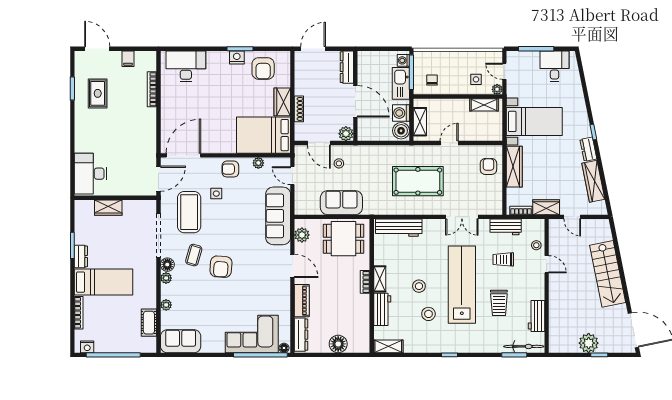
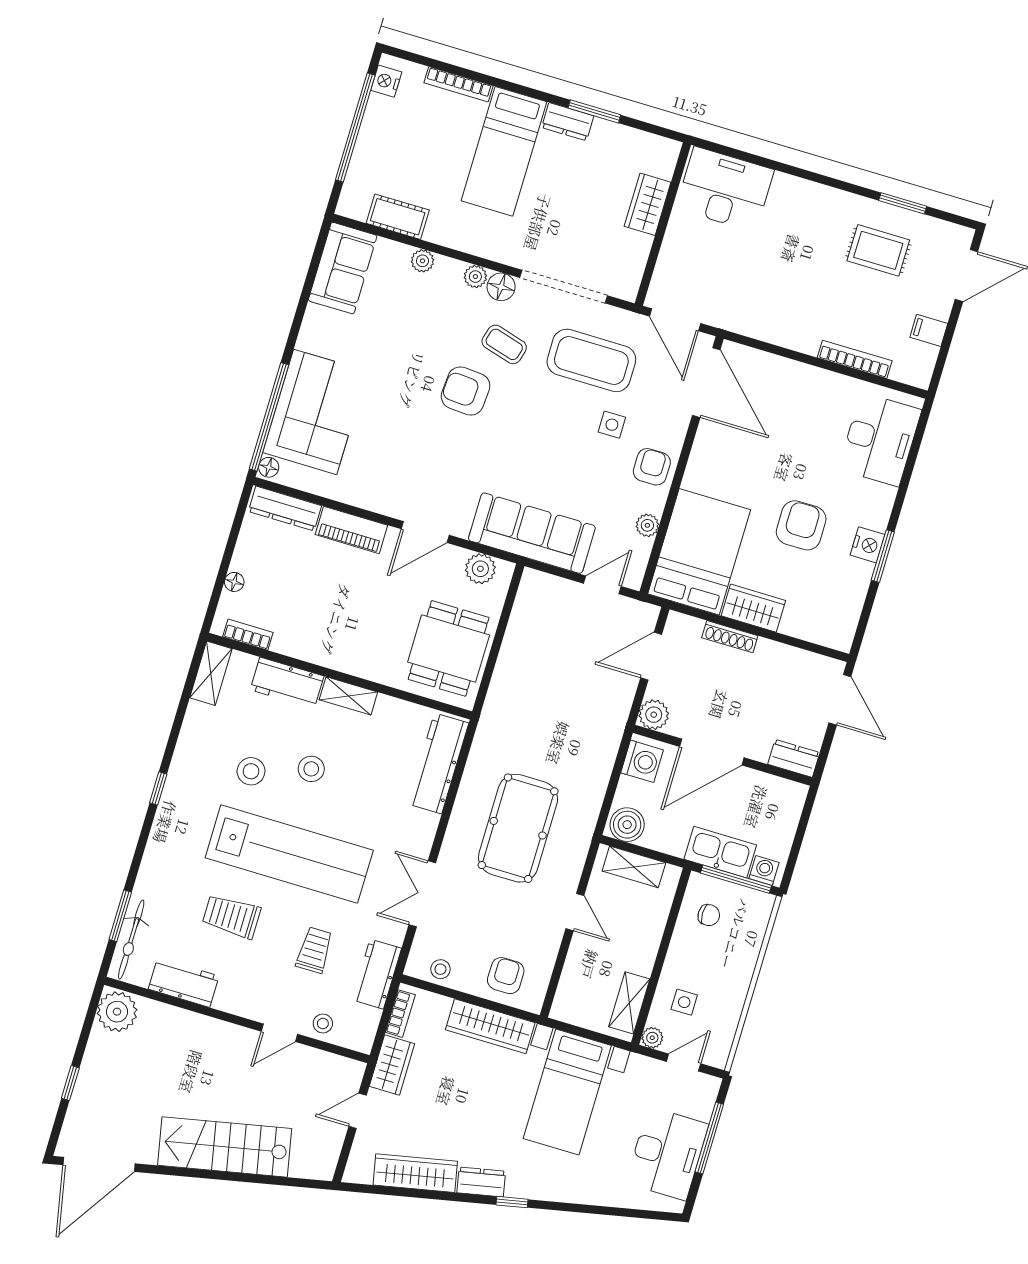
desk: (555, 66) -> (667, 1154), width x1.37
dresser: (347, 67) -> (794, 758), width x0.70
armchair: (263, 68) -> (801, 525), moved, turned 90
washing machine: (401, 113) -> (642, 761), moved, turned 90
stool: (339, 163) -> (440, 969), moved
armchair: (488, 166) -> (506, 976), turned -90
sofa: (341, 203) -> (521, 665), removed
bookcase: (365, 282) -> (248, 635), moved
plant: (589, 343) -> (117, 1012), moved
floor lamp: (338, 344) -> (234, 582), width x0.53, depth x0.53

